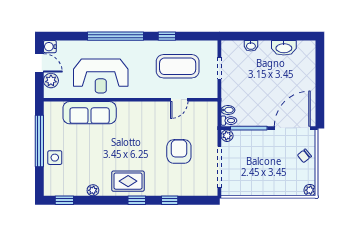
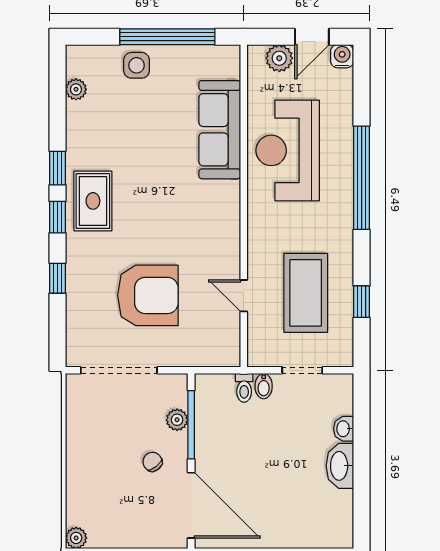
window: (167, 36) -> (362, 302), moved
washbasin: (284, 48) -> (340, 466), moved
bidet: (228, 110) -> (264, 386), moved
toilet: (229, 121) -> (244, 388), moved
plant: (227, 136) -> (177, 420), moved
armchair: (179, 151) -> (148, 295), width x1.36, depth x1.36
chair: (304, 156) -> (153, 462), moved
plant: (93, 190) -> (76, 89), moved
window: (64, 200) -> (57, 168), moved

